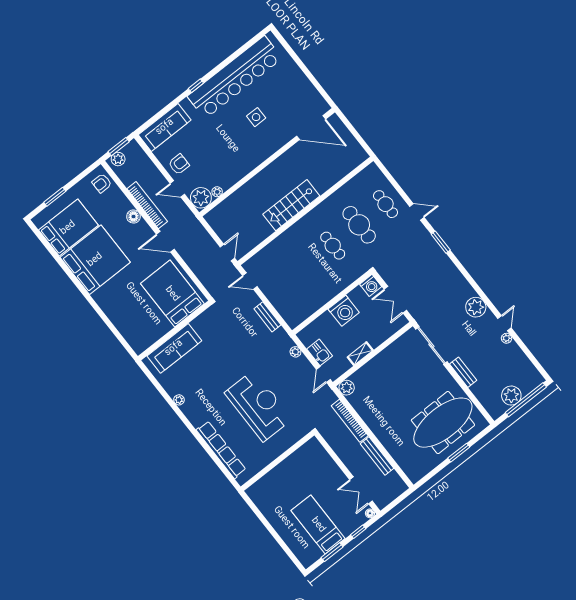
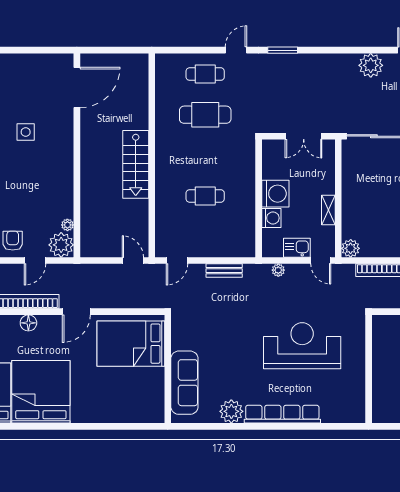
cafe table: (333, 246) -> (205, 196), moved
washing machine: (371, 285) -> (271, 218), moved
plant: (179, 400) -> (231, 411), width x1.88, depth x1.88
row of seats: (221, 450) -> (282, 414), moved

